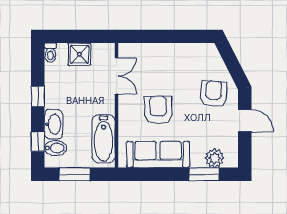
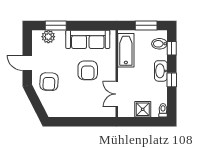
washbasin: (53, 124) -> (161, 71), moved

